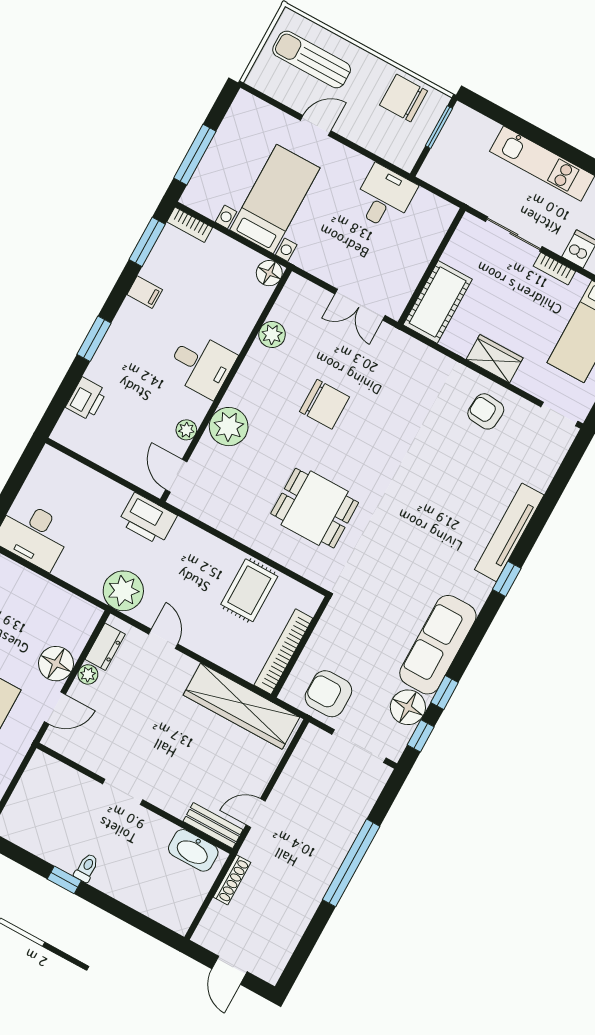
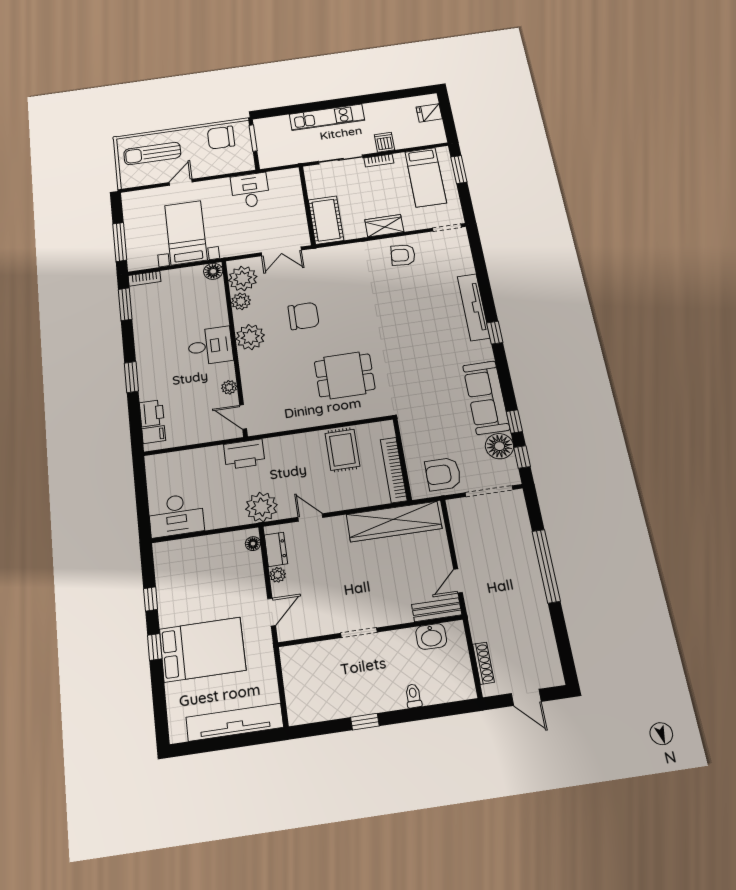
filing cabinet: (145, 292) -> (154, 435), moved
plant: (294, 307) -> (243, 279), added
plant: (229, 427) -> (250, 337), moved
floor lamp: (56, 664) -> (253, 544), moved, width x0.53, depth x0.53
washbasin: (193, 850) -> (431, 636), width x0.72
toilet: (86, 868) -> (413, 696), moved
shoe rack: (232, 880) -> (483, 663), moved

